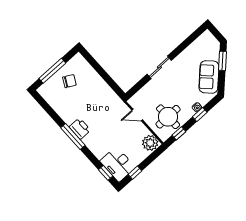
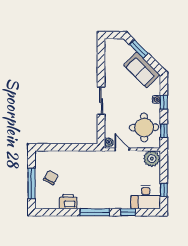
plant: (134, 101) -> (109, 142), added
door: (137, 115) -> (122, 149), swing flipped
printer: (80, 129) -> (68, 202), moved
window: (106, 173) -> (128, 212), moved

